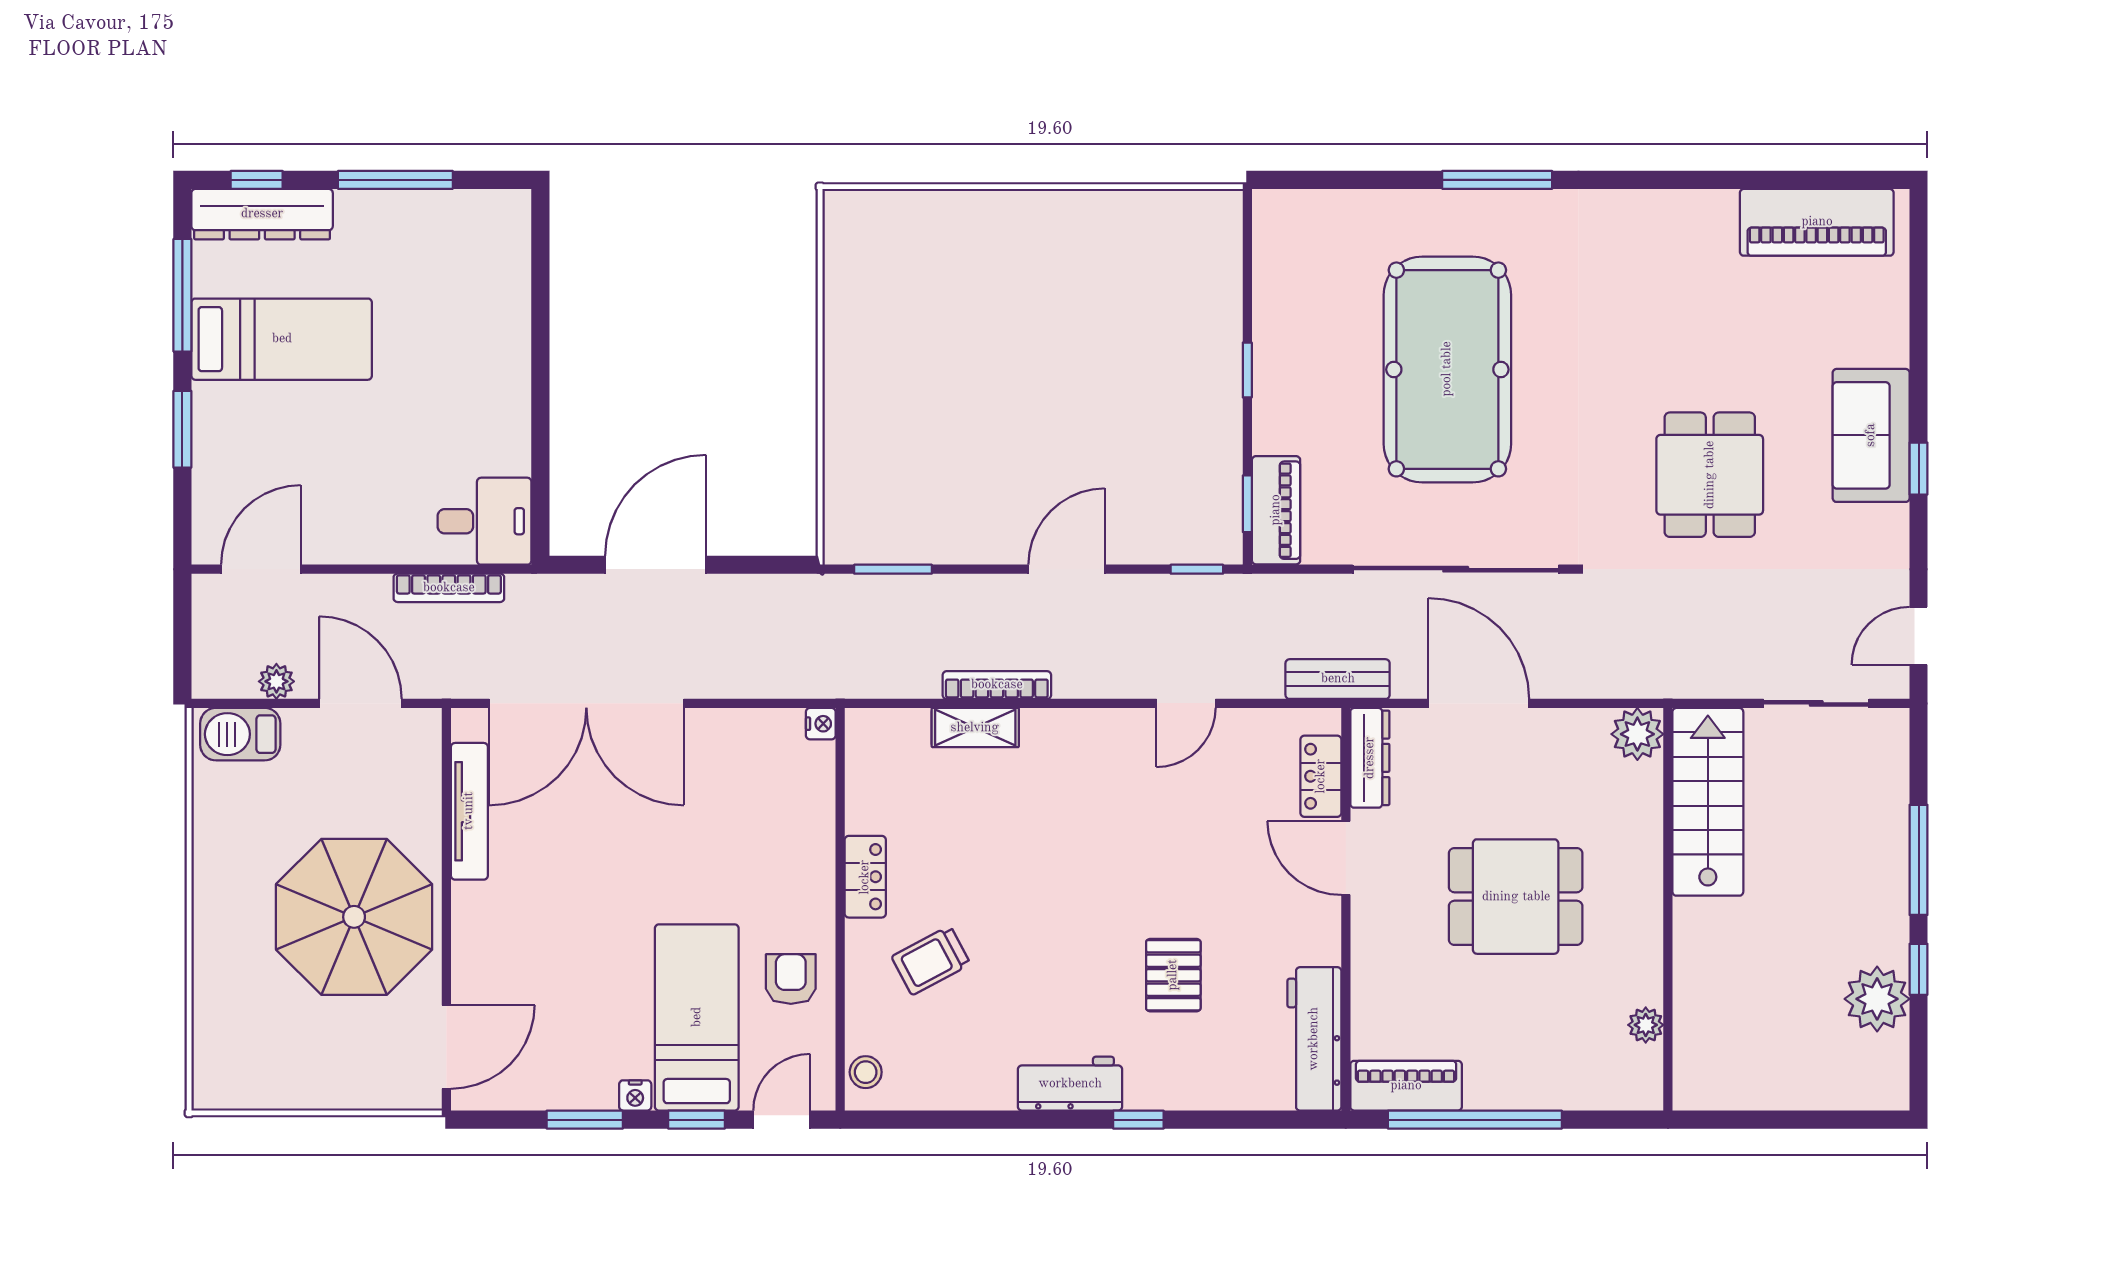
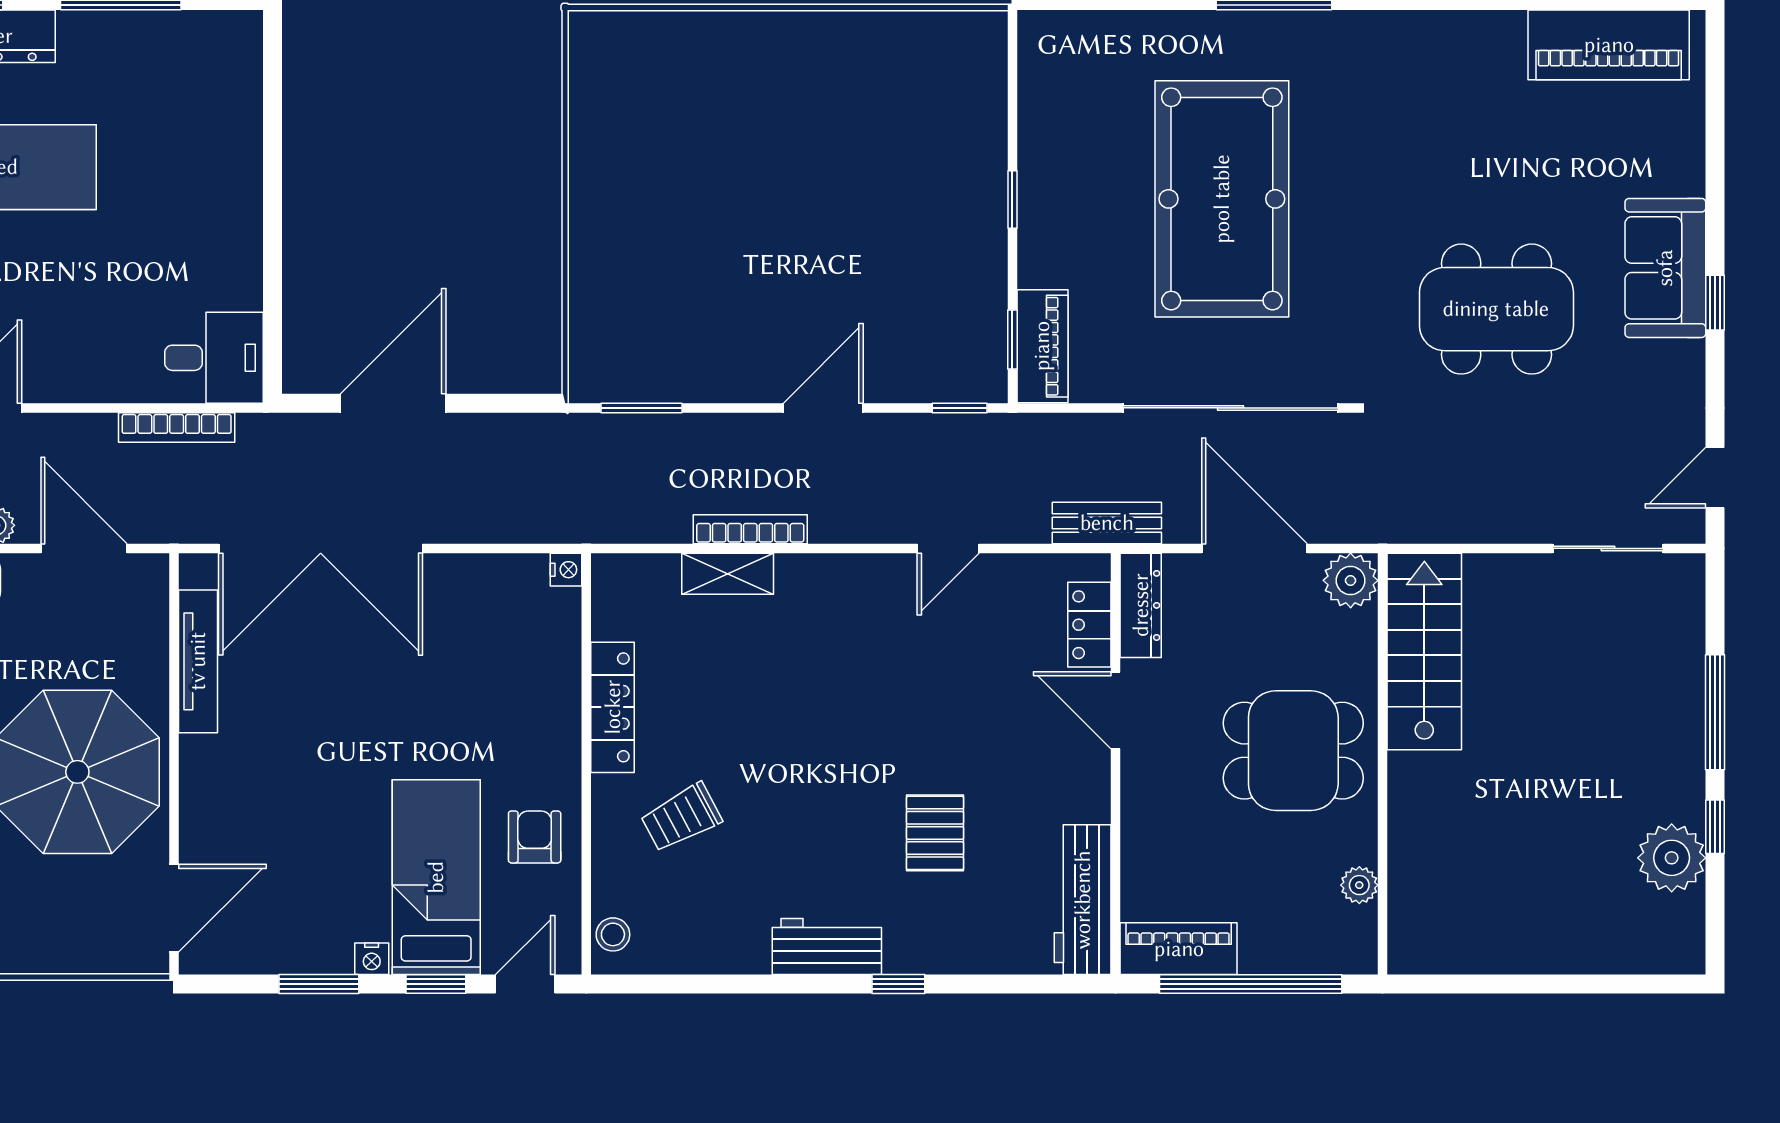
dining table: (1710, 475) -> (1496, 309), width x1.38
plant: (1637, 734) -> (1351, 580), moved
stairs: (1708, 802) -> (1424, 651), moved
locker: (865, 877) -> (613, 707), width x1.53
wall: (1668, 909) -> (1383, 764), moved
plant: (1646, 1025) -> (1359, 885), moved

